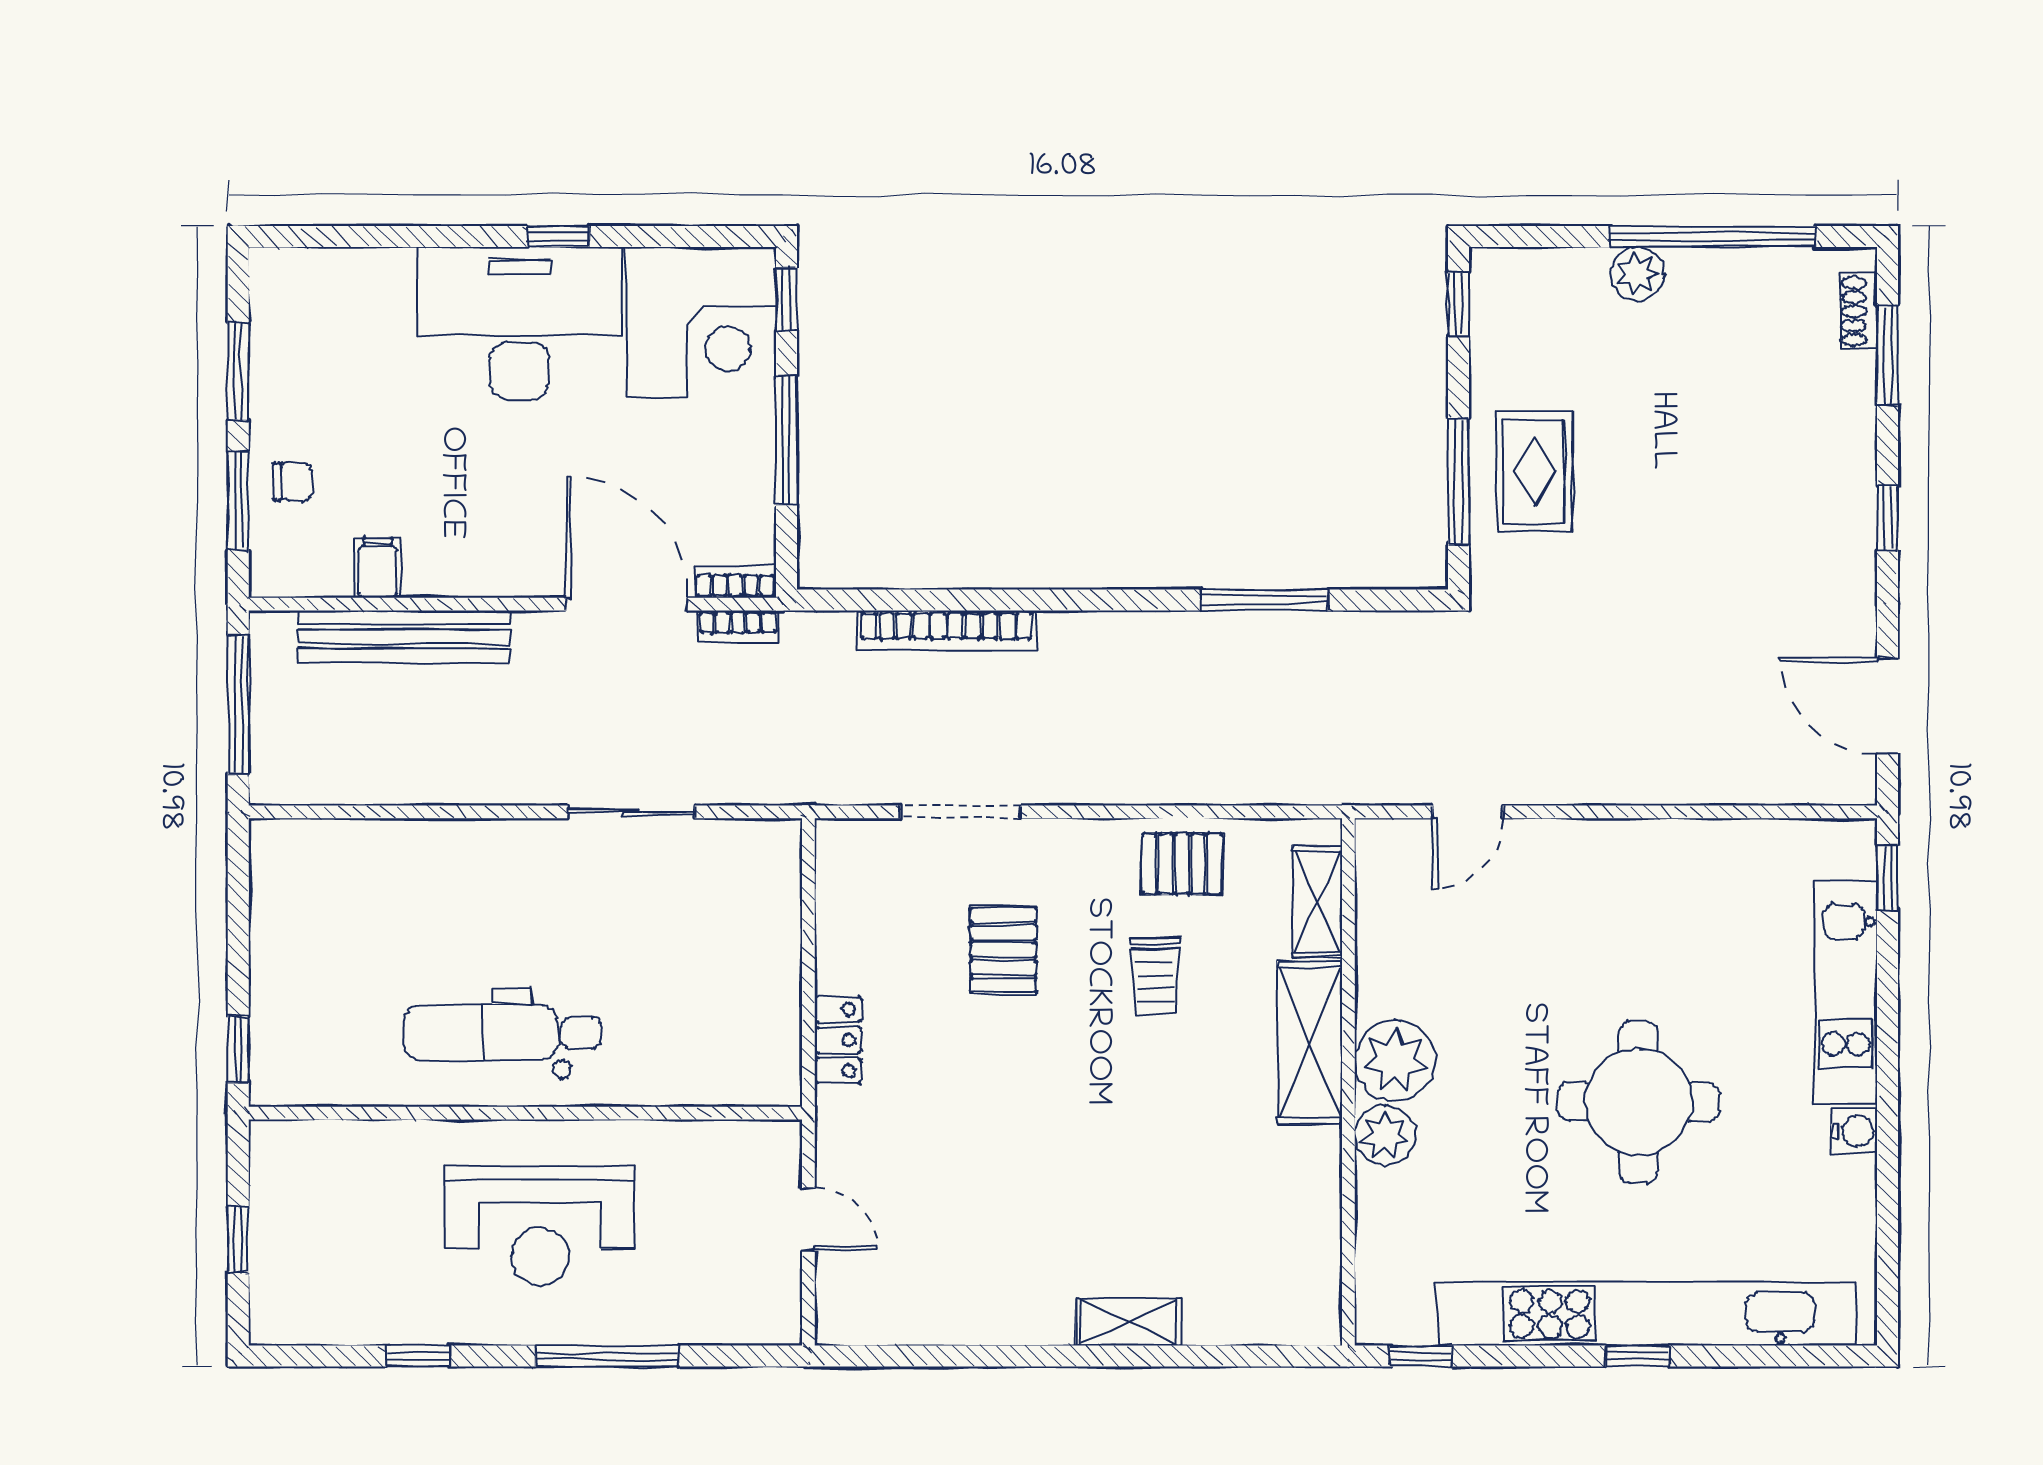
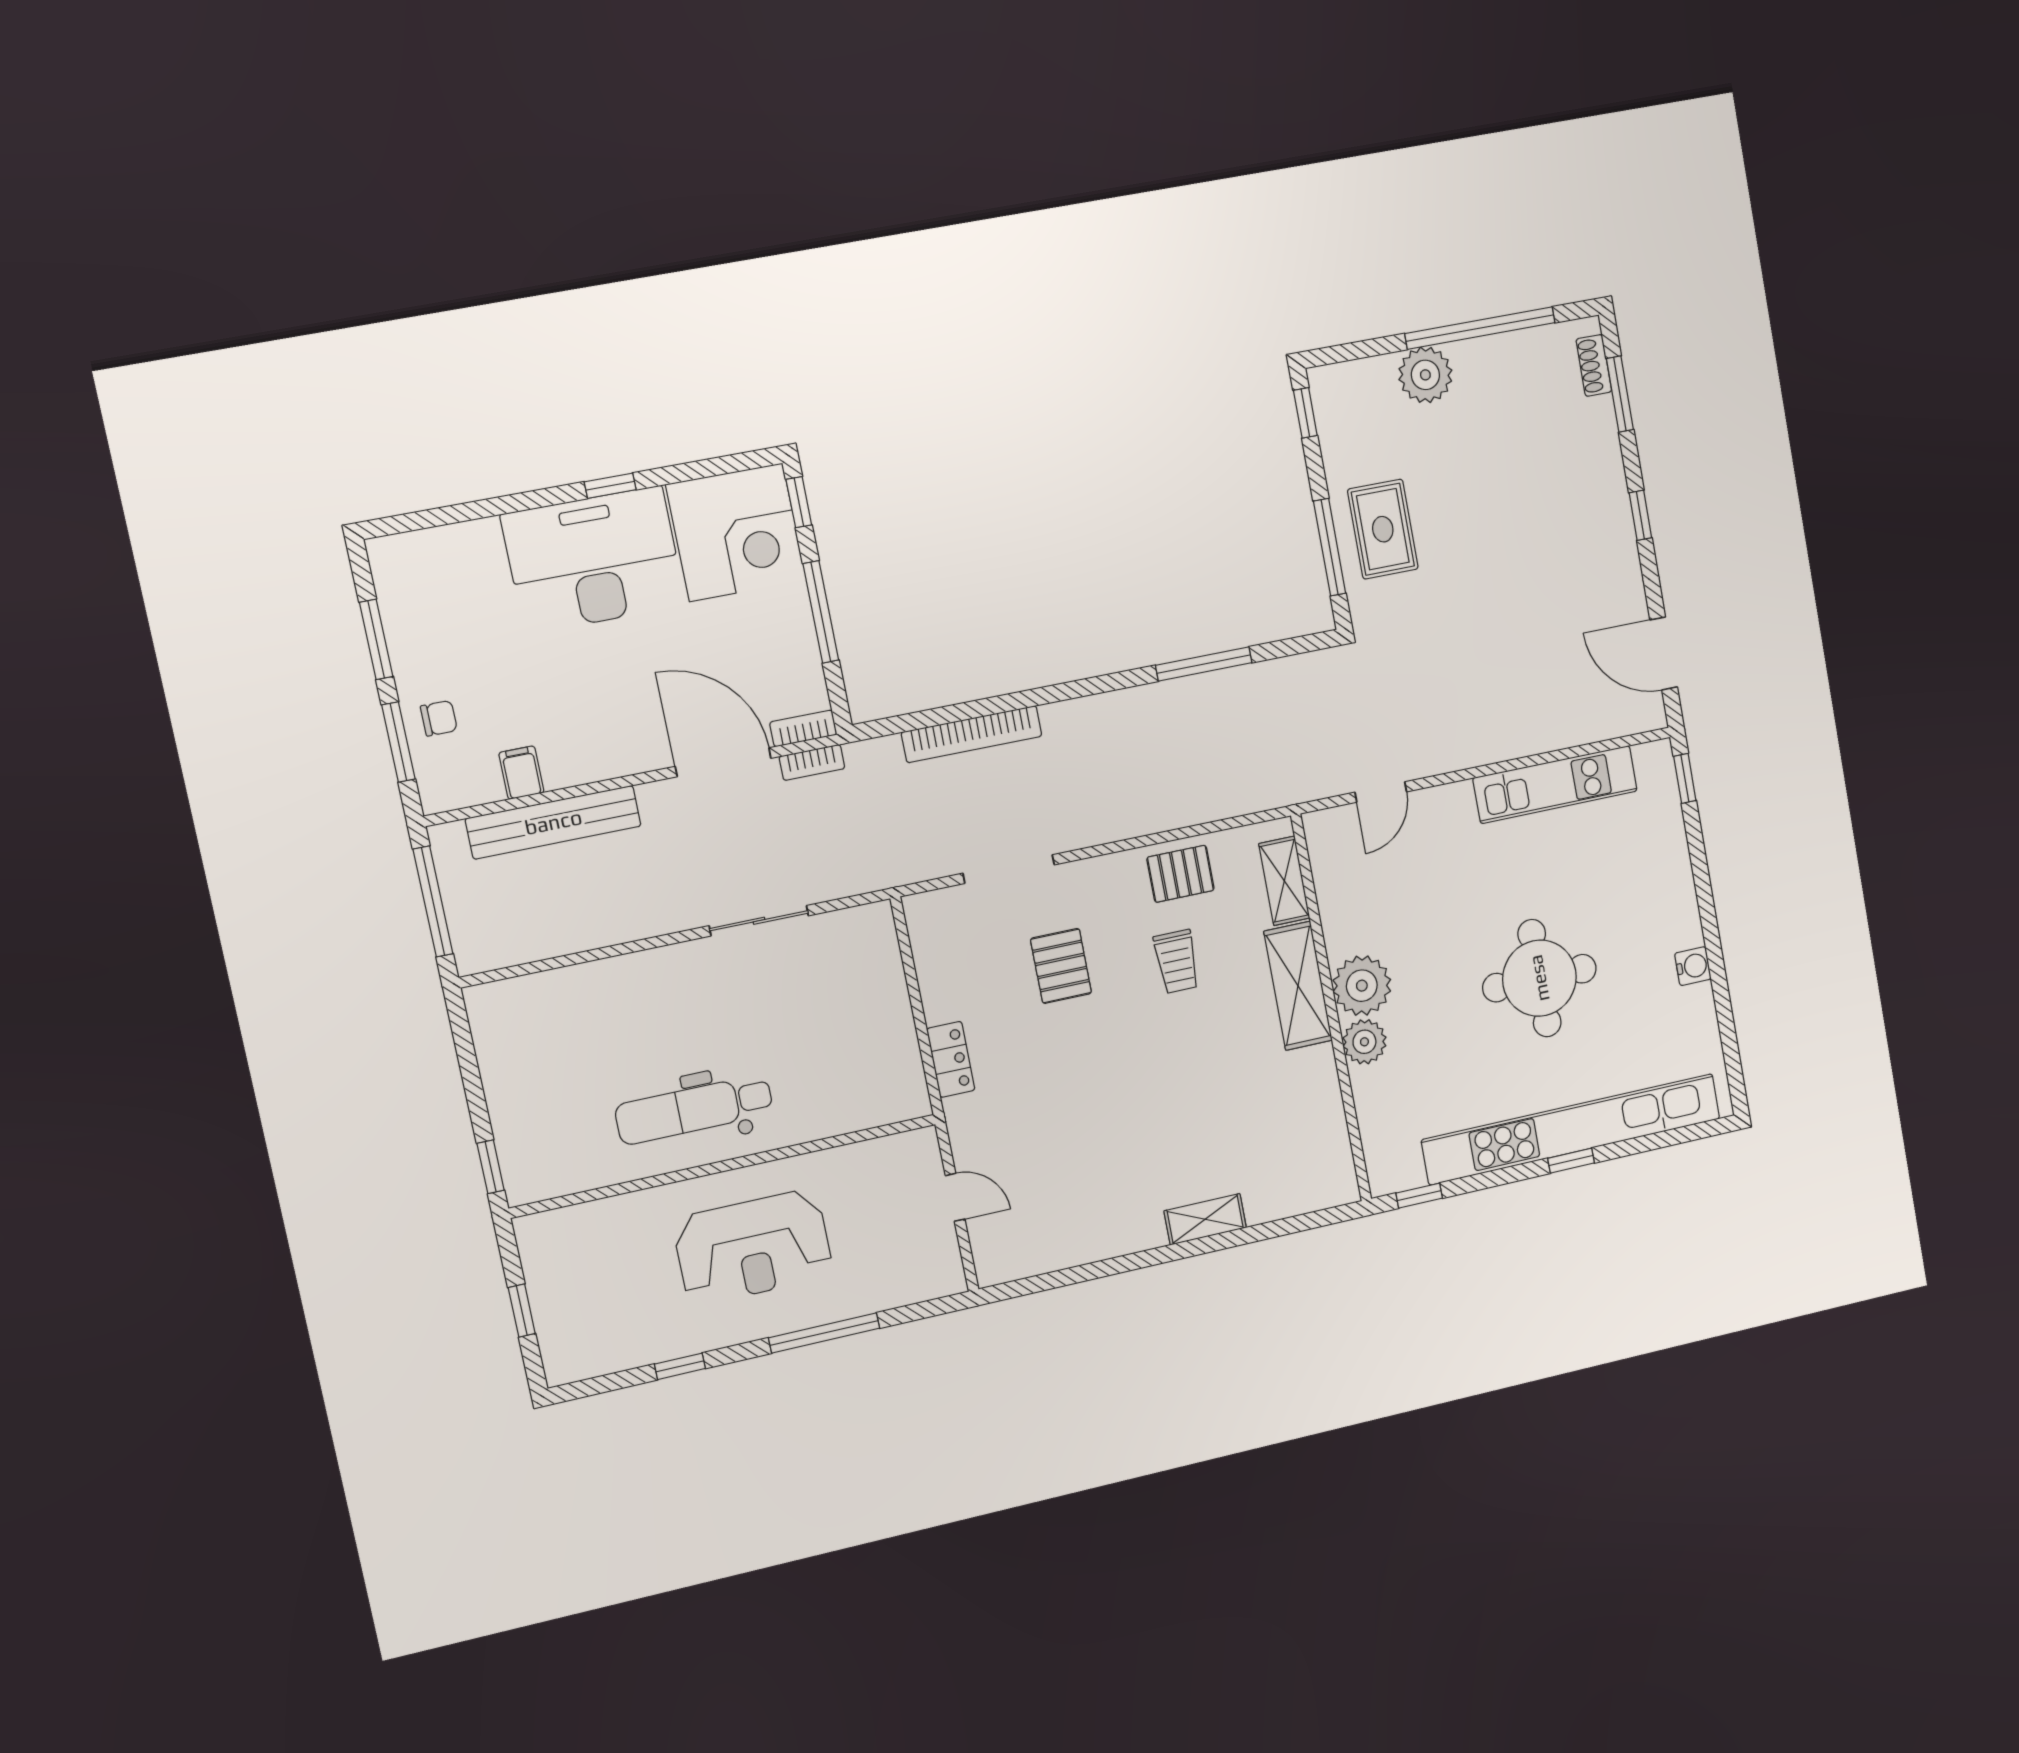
plant: (1637, 274) -> (1425, 375), width x1.36, depth x1.36
kitchen unit: (1846, 993) -> (1555, 784), moved, turned -90

